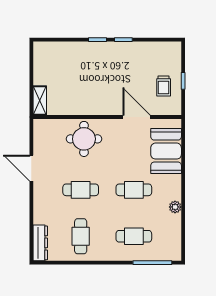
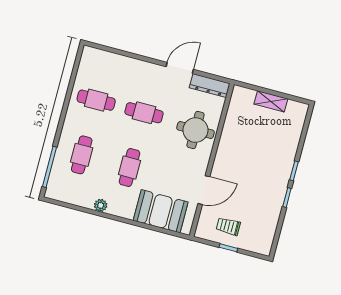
shelving: (40, 101) -> (271, 101), moved
cafe table: (81, 190) -> (144, 113), turned 90
dresser: (40, 243) -> (210, 86), moved

